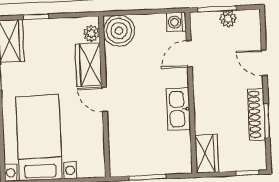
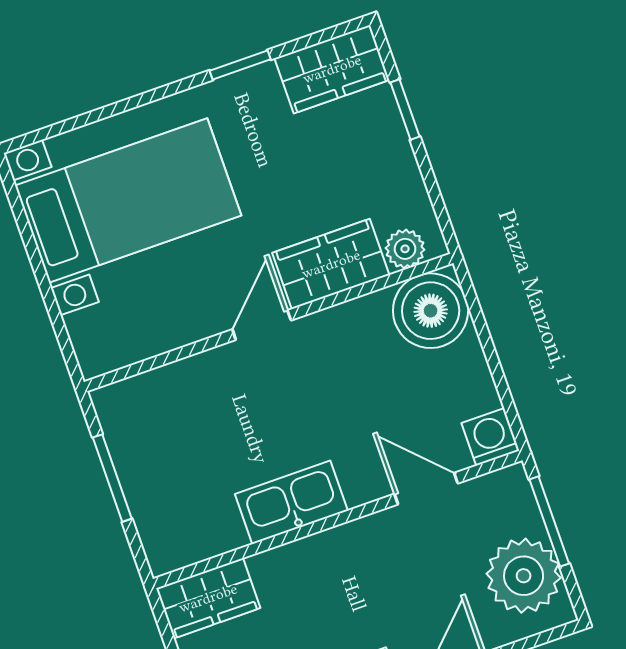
plant: (228, 19) -> (524, 576), width x1.87, depth x1.87

